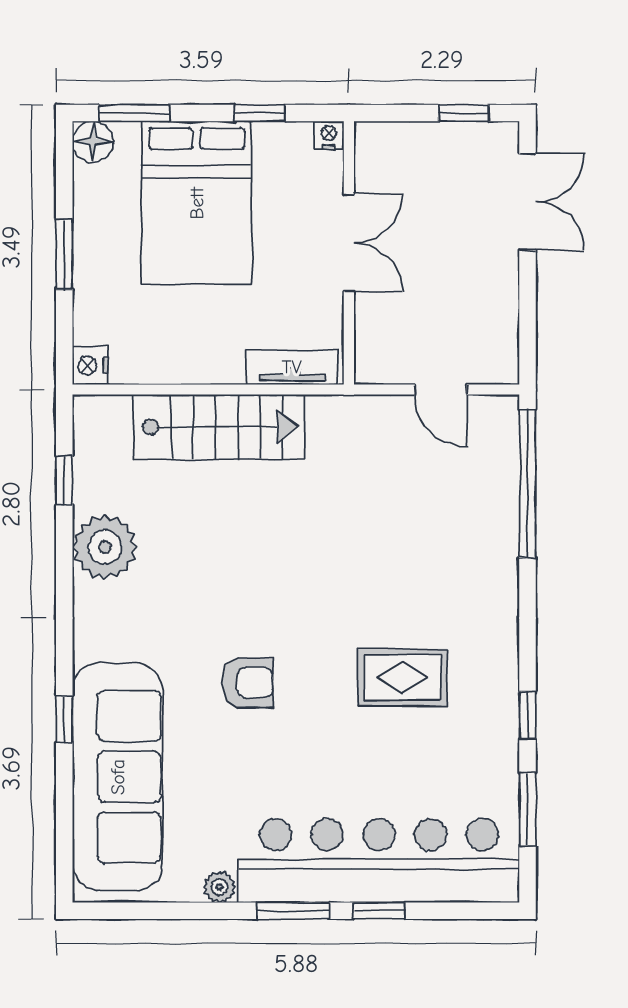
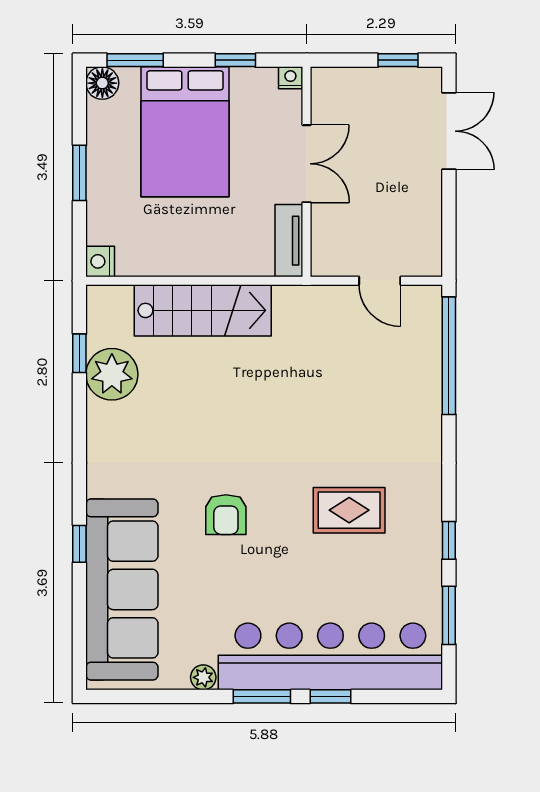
tv unit: (292, 367) -> (289, 241), moved, turned -90
plant: (105, 547) -> (112, 374), moved
armchair: (248, 683) -> (226, 515), turned 90

